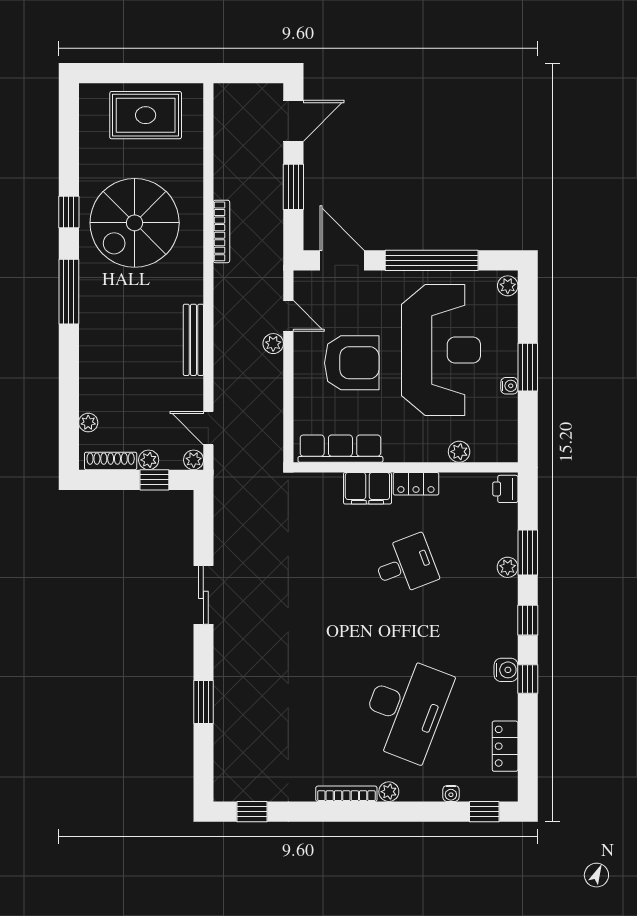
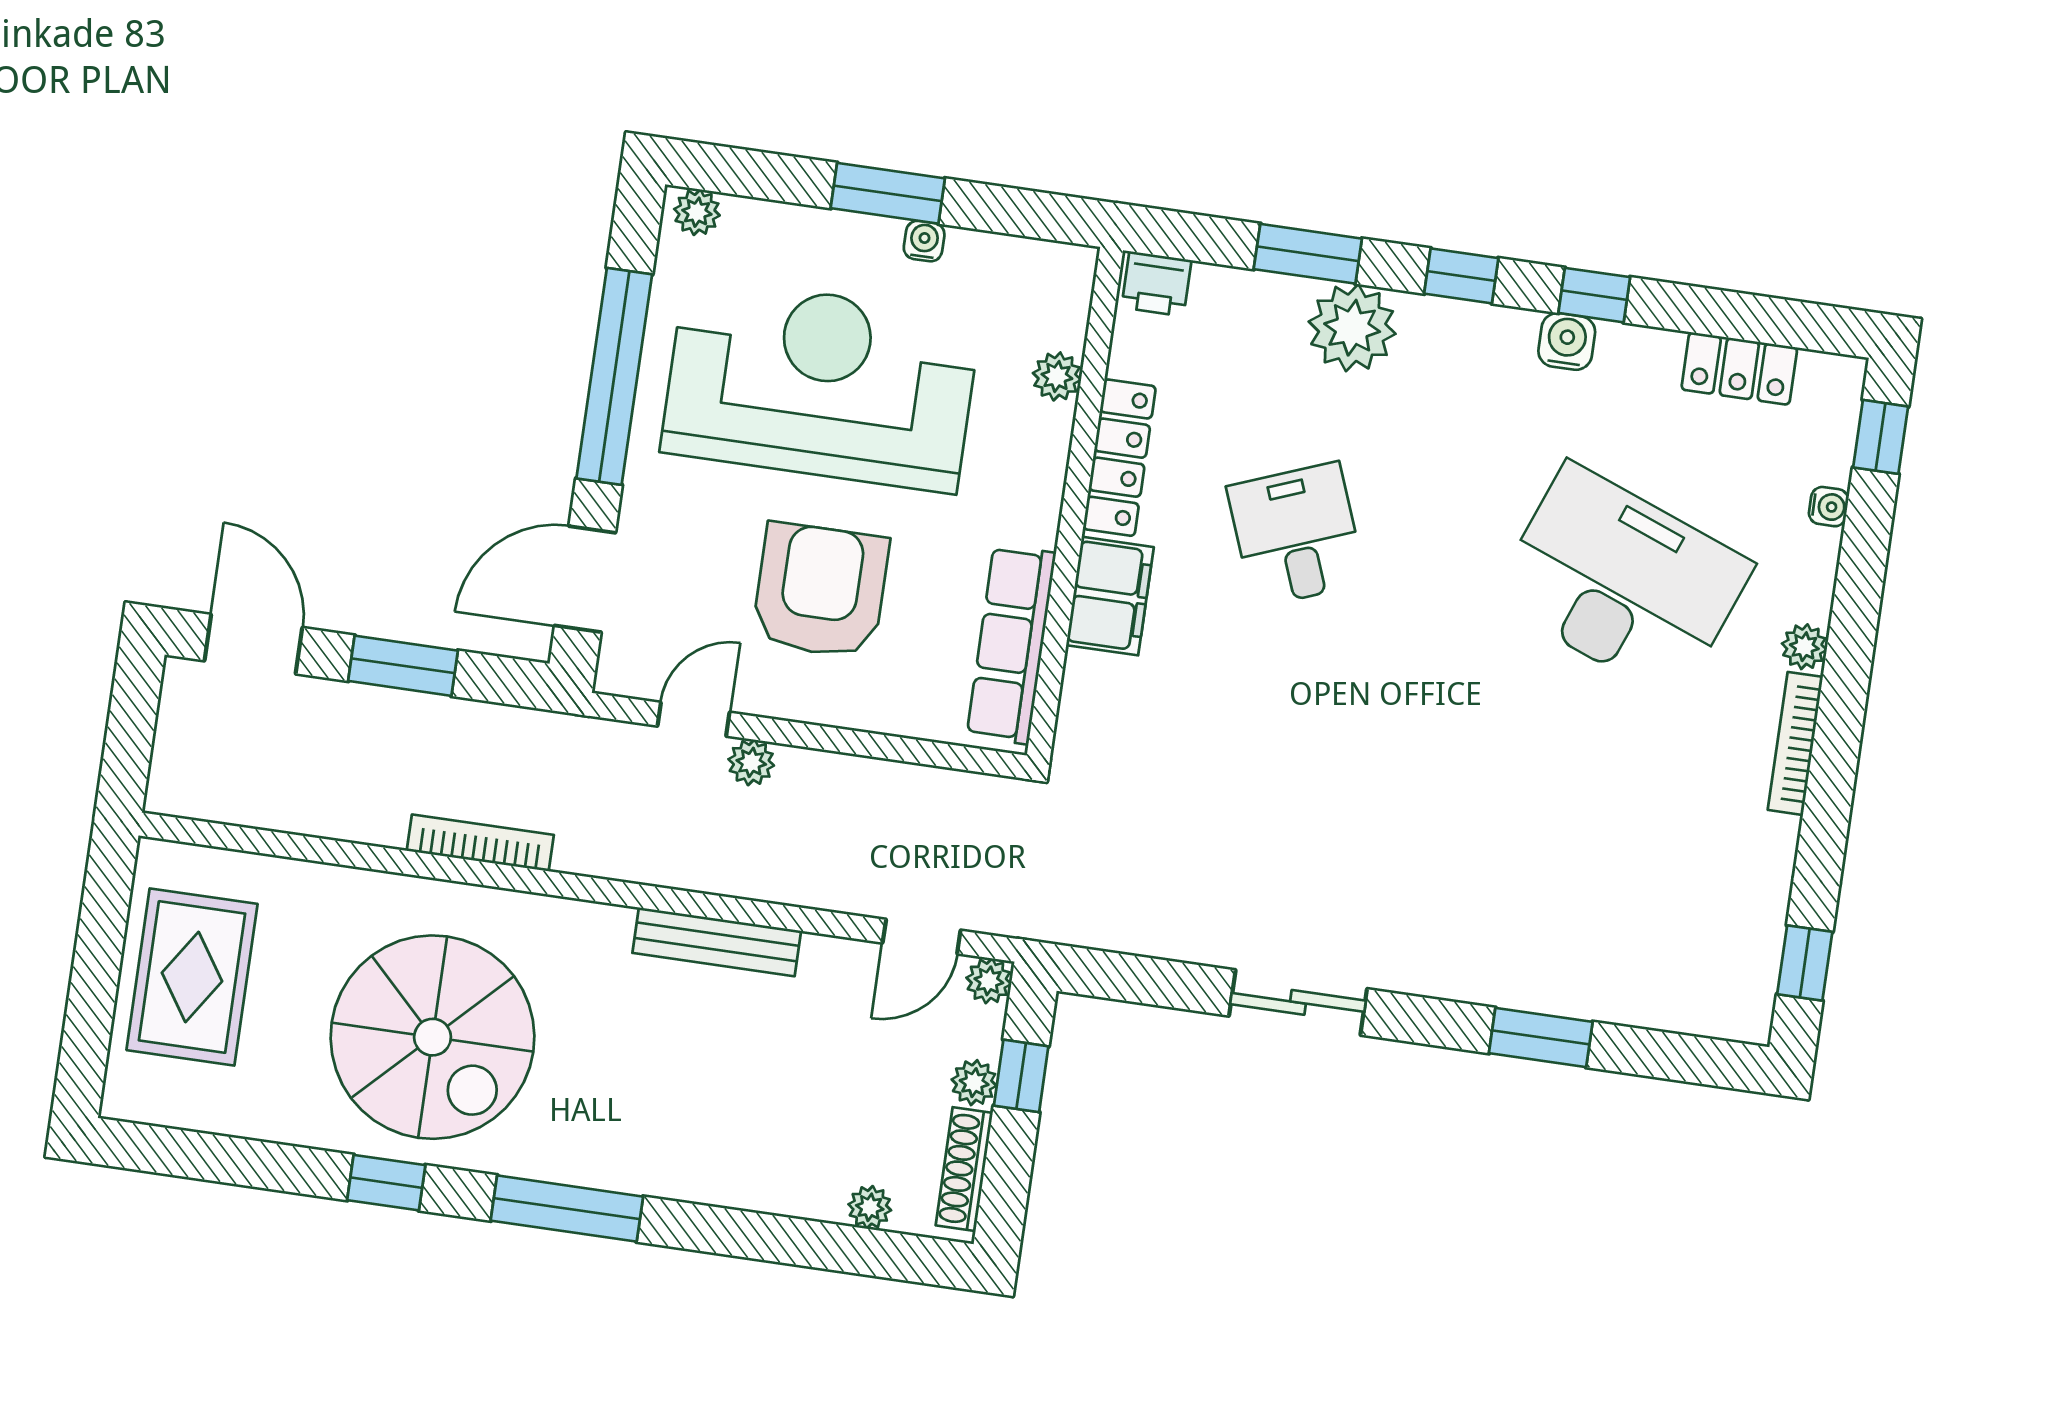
locker: (416, 484) -> (1119, 458), width x1.53
plant: (508, 567) -> (1352, 328), width x1.87, depth x1.87

